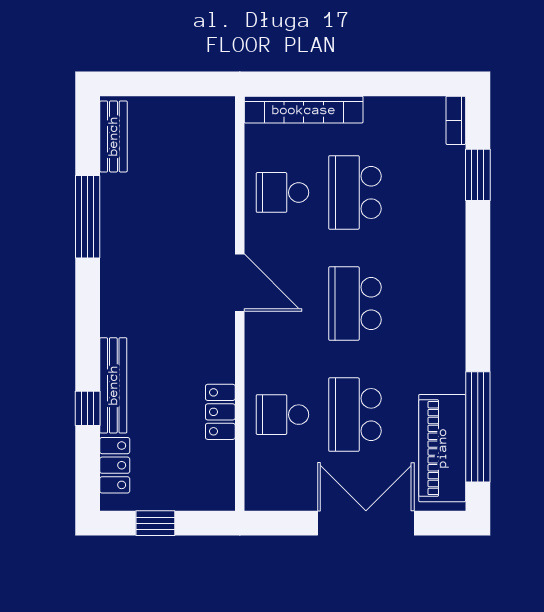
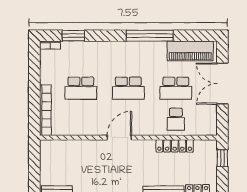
school desk: (282, 192) -> (81, 119), removed
locker: (220, 412) -> (175, 146), width x1.53
window: (478, 427) -> (150, 36), moved
window: (155, 523) -> (222, 158), moved

